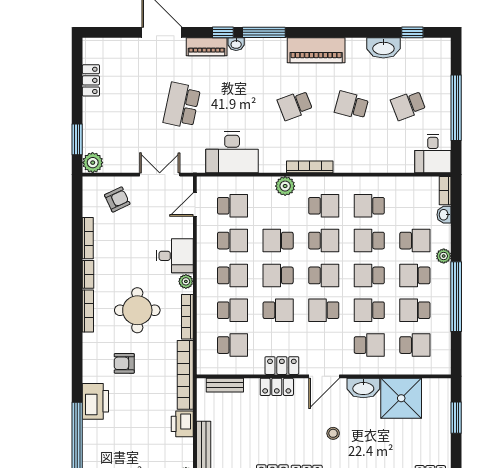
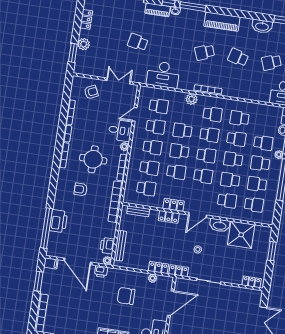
school desk: (182, 105) -> (138, 42), width x0.54
plant: (93, 163) -> (84, 44), moved
door: (195, 204) -> (135, 114), moved
school desk: (369, 241) -> (236, 139), turned 180
school desk: (324, 310) -> (203, 176), turned 180
printer: (95, 401) -> (59, 221), moved
printer: (182, 424) -> (107, 246), moved

